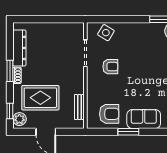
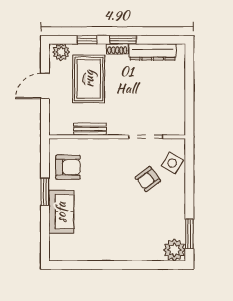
armchair: (110, 67) -> (148, 179), moved, turned 53
bench: (79, 107) -> (90, 129), moved
window: (10, 111) -> (87, 40), moved
armchair: (109, 114) -> (68, 167), turned -90

